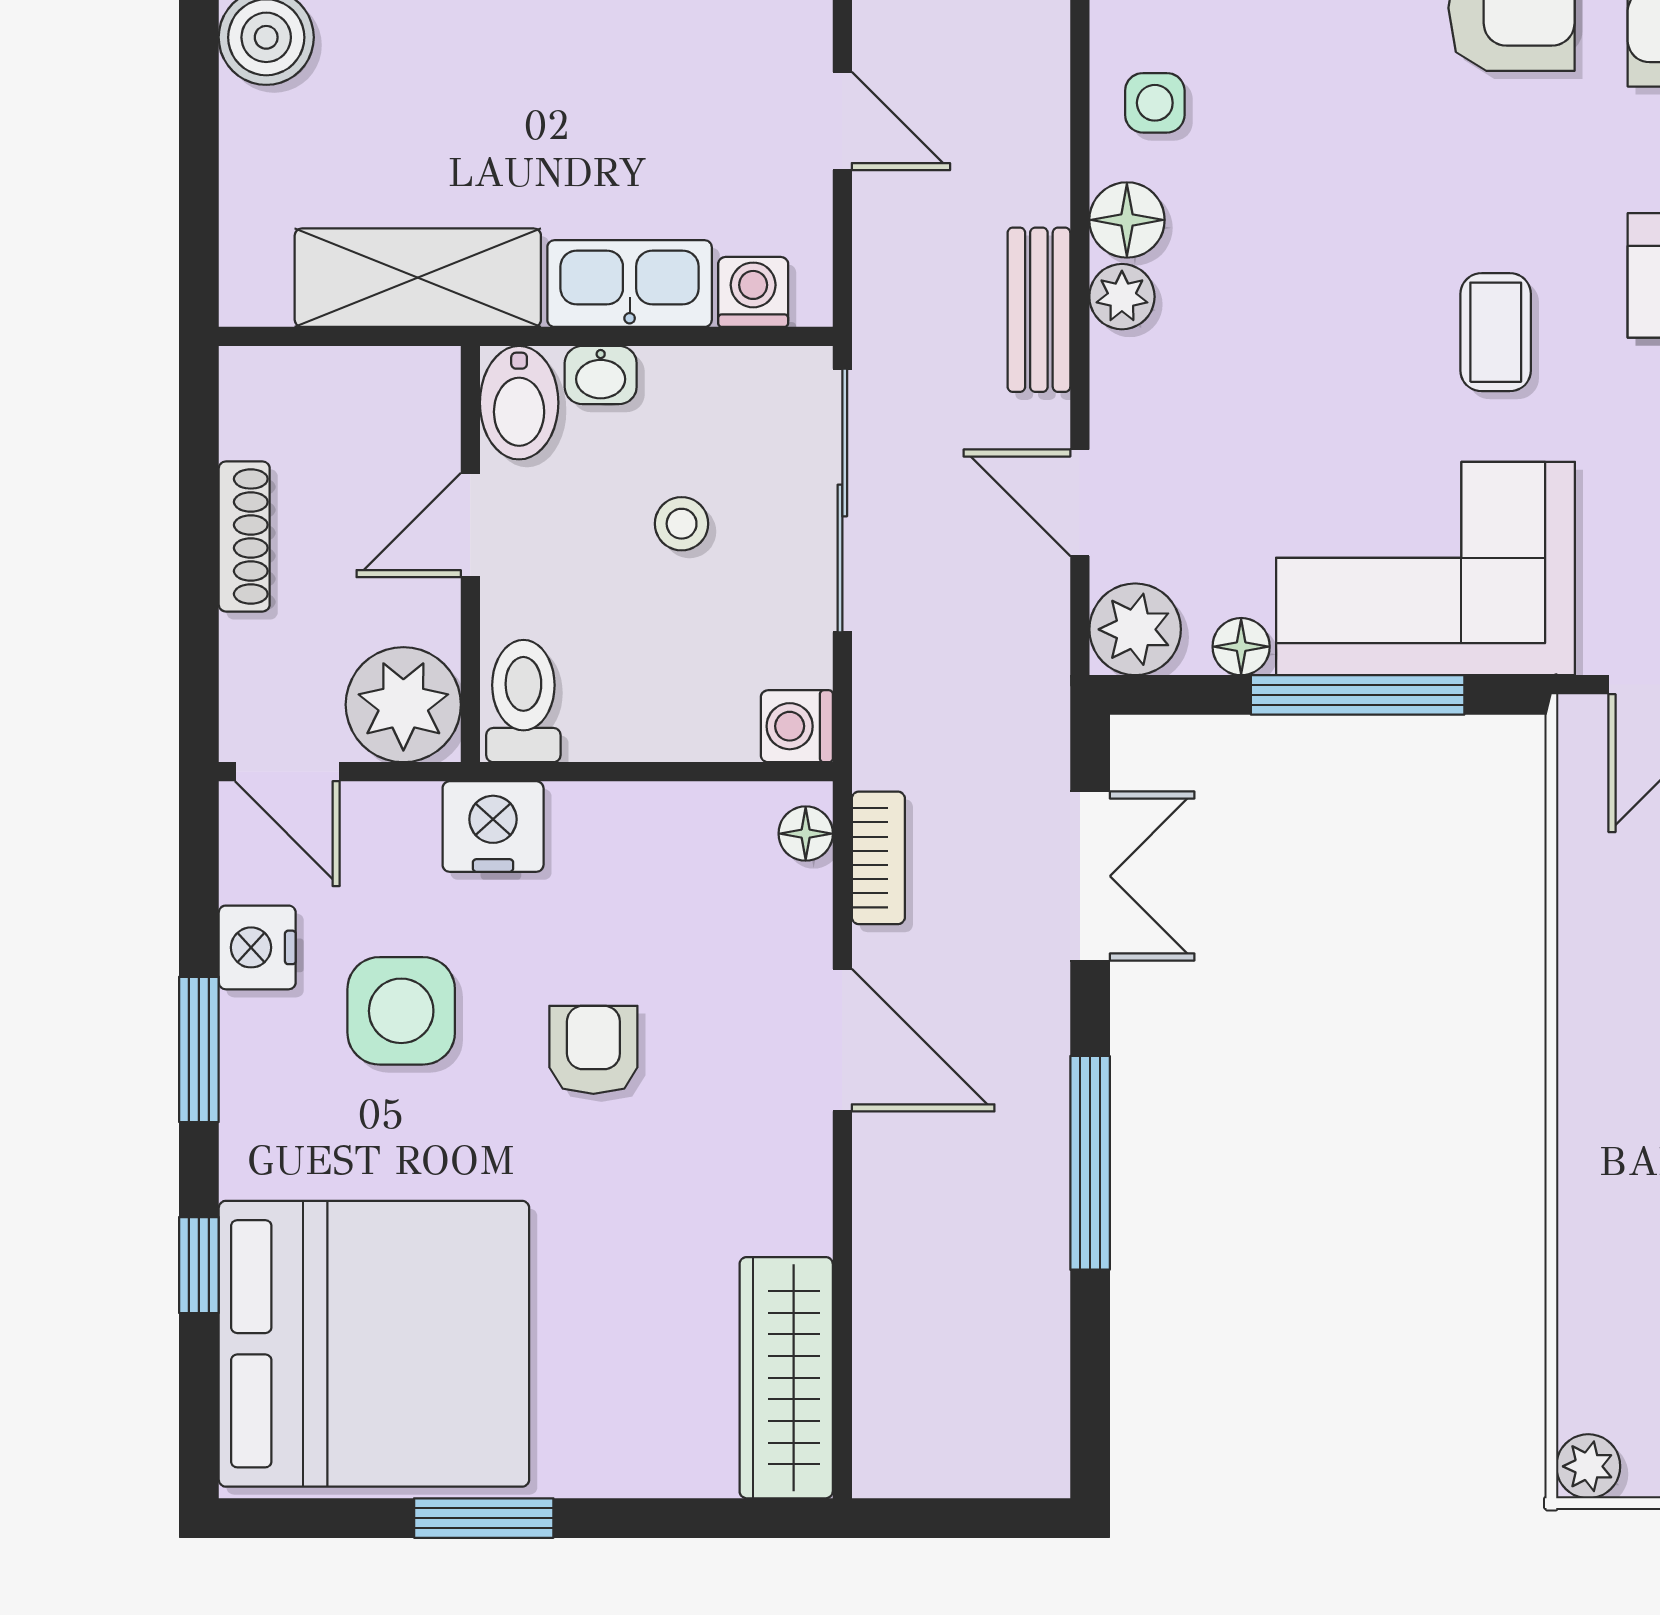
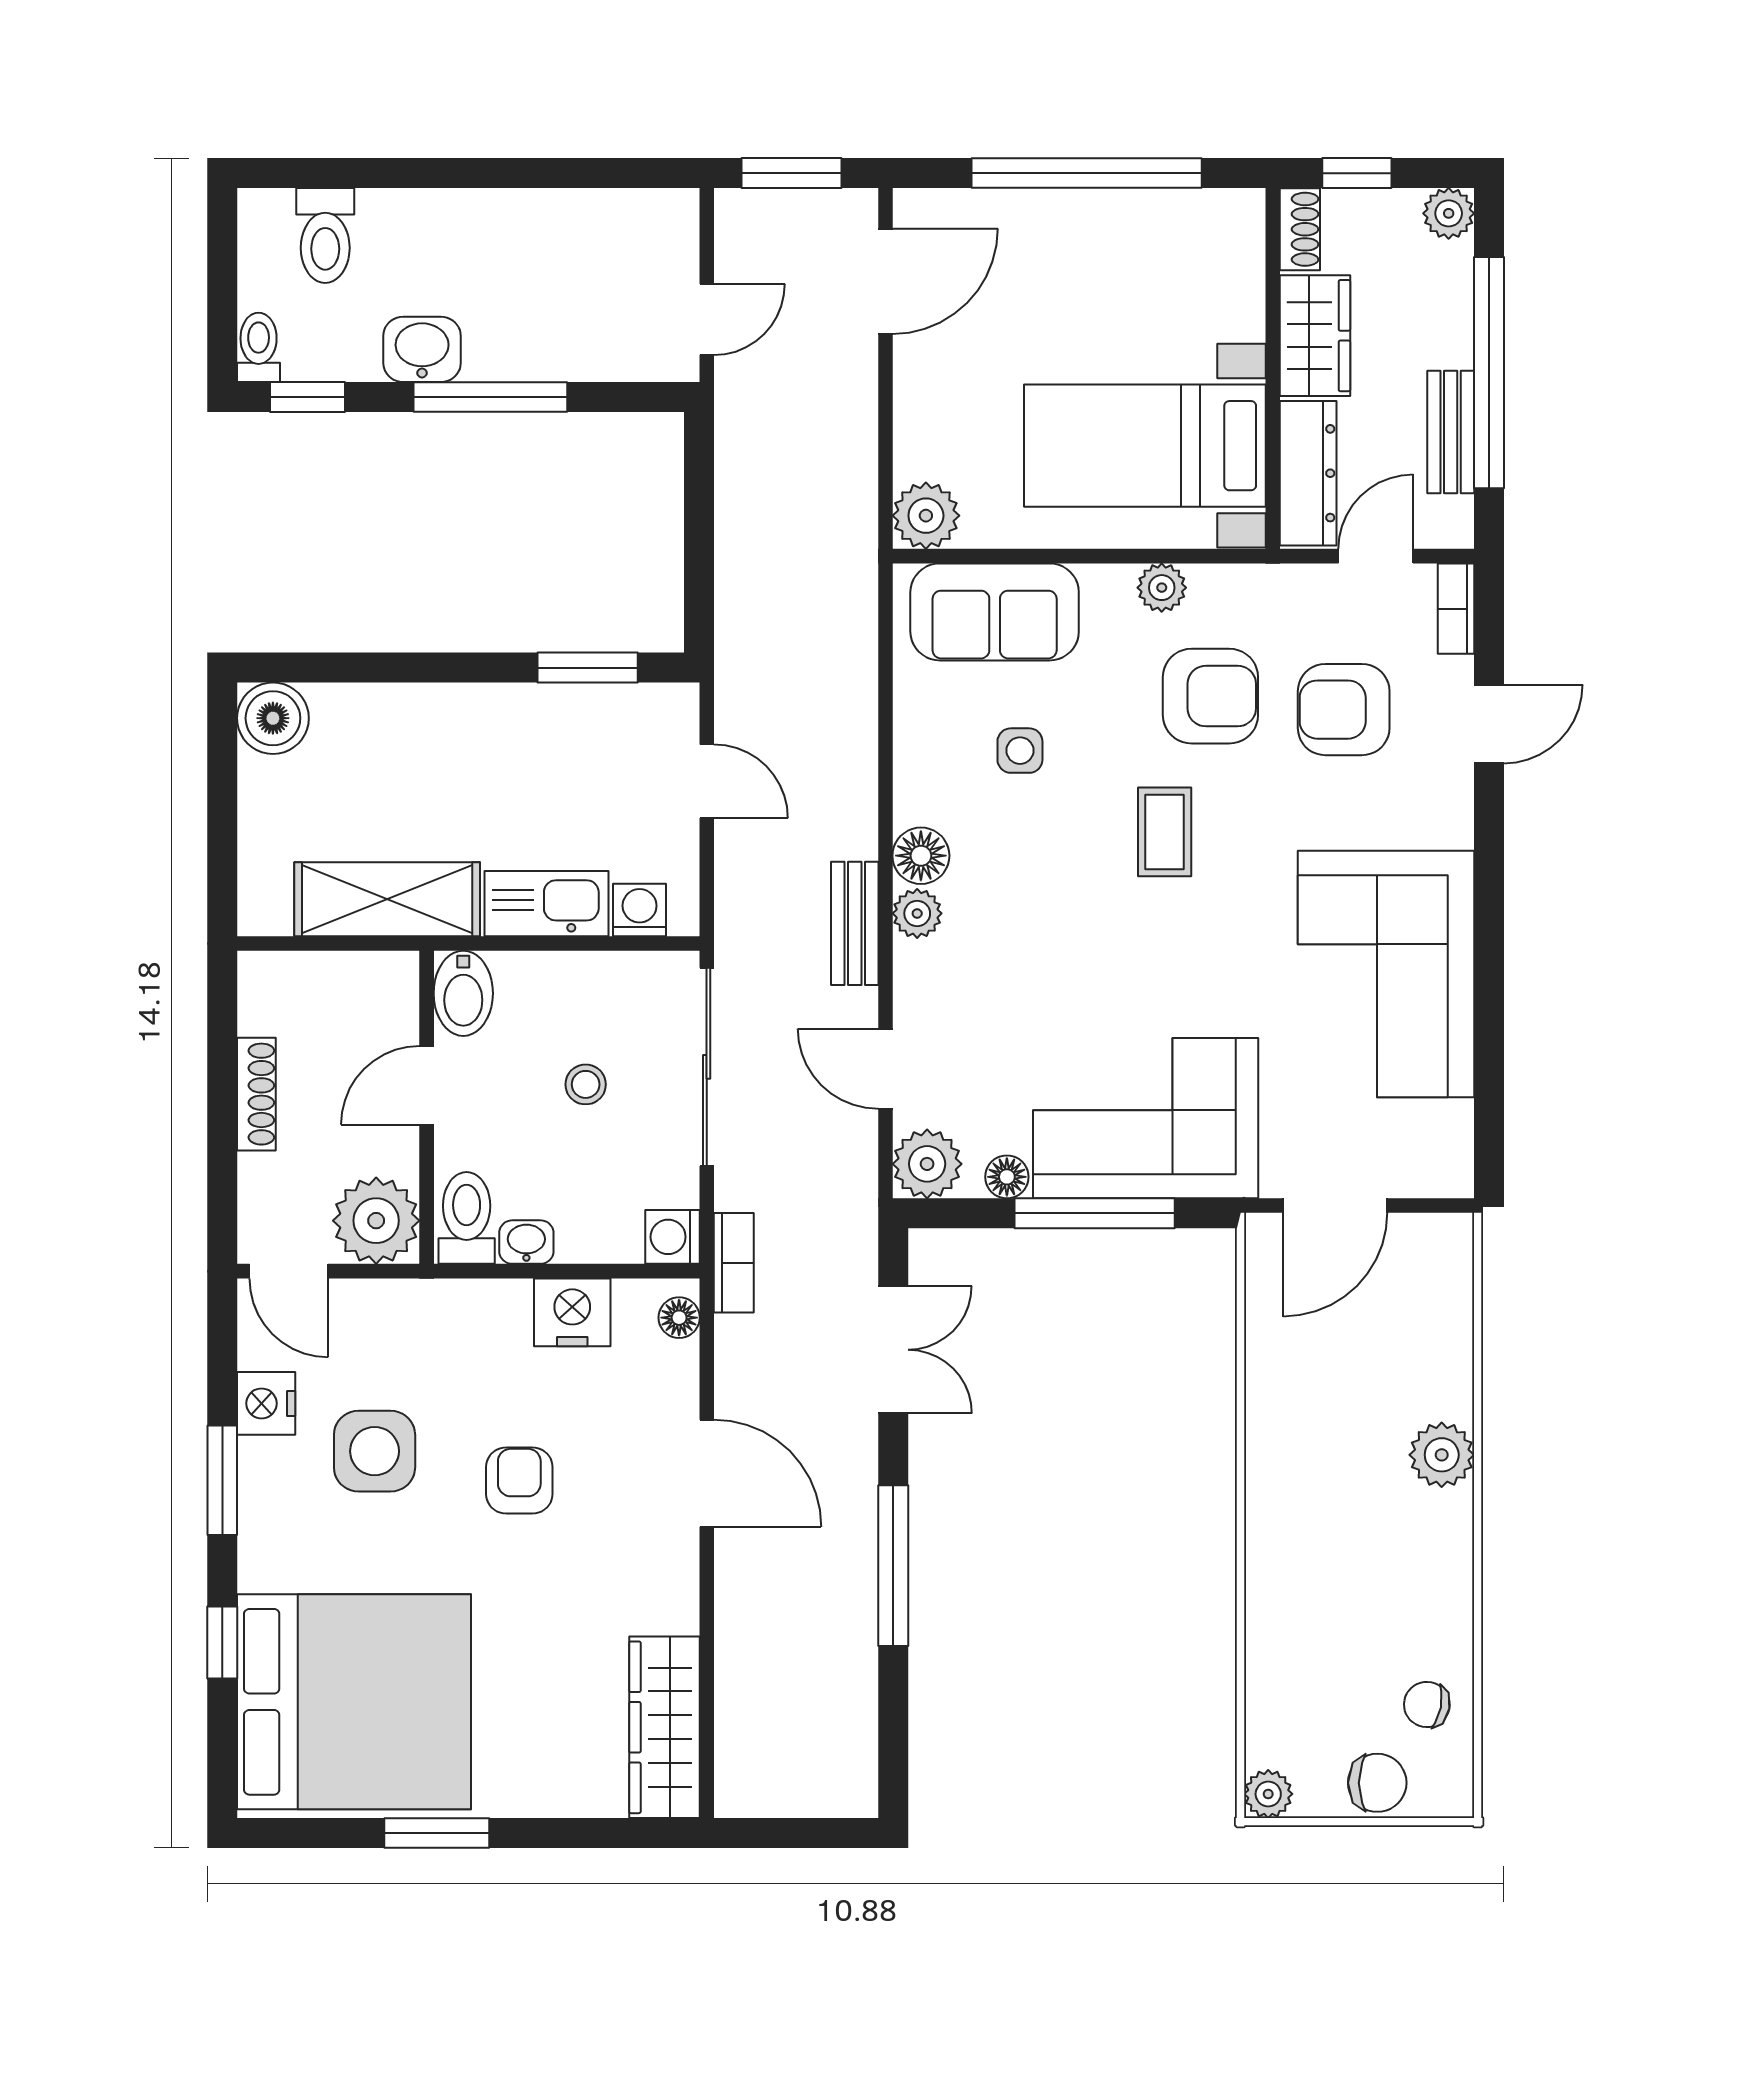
side table: (1155, 103) -> (1020, 751), moved
coffee table: (1496, 332) -> (1165, 832), moved
washbasin: (601, 375) -> (526, 1242), moved, turned 180
nightstand: (493, 827) -> (572, 1312), moved
bookcase: (878, 858) -> (734, 1263), moved

